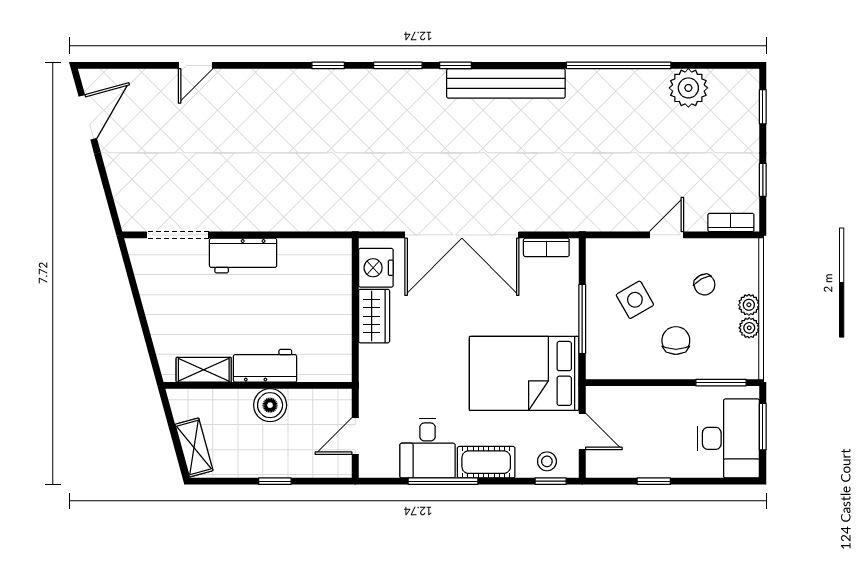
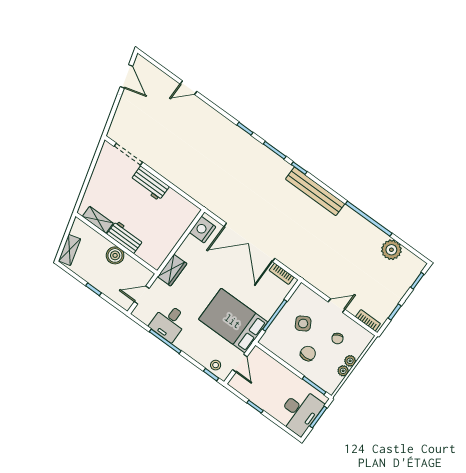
door: (88, 117) -> (126, 76), hinge flipped
wardrobe: (374, 316) -> (172, 270), moved
cot: (486, 462) -> (189, 347), removed

